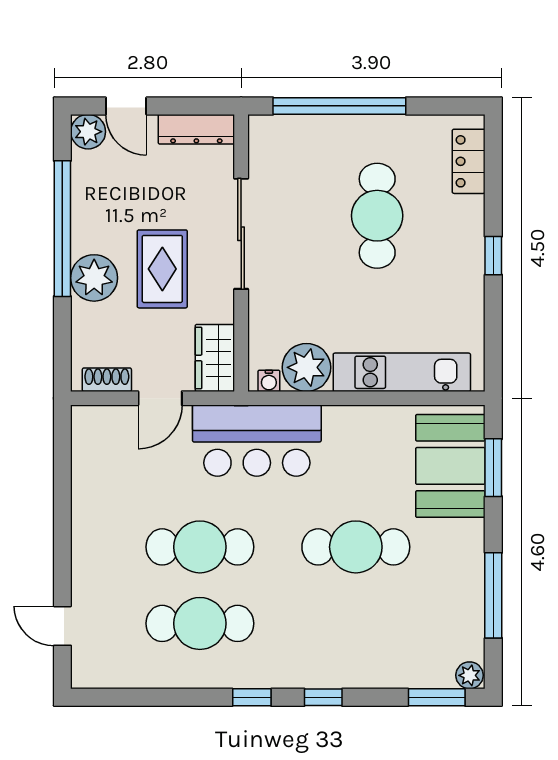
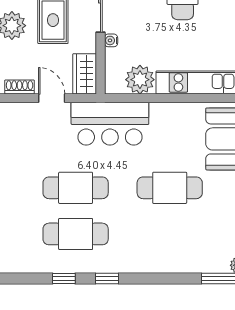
water cooler: (269, 381) -> (111, 40), moved, turned 90
door: (160, 398) -> (52, 98), swing flipped
window: (323, 697) -> (64, 278), moved

